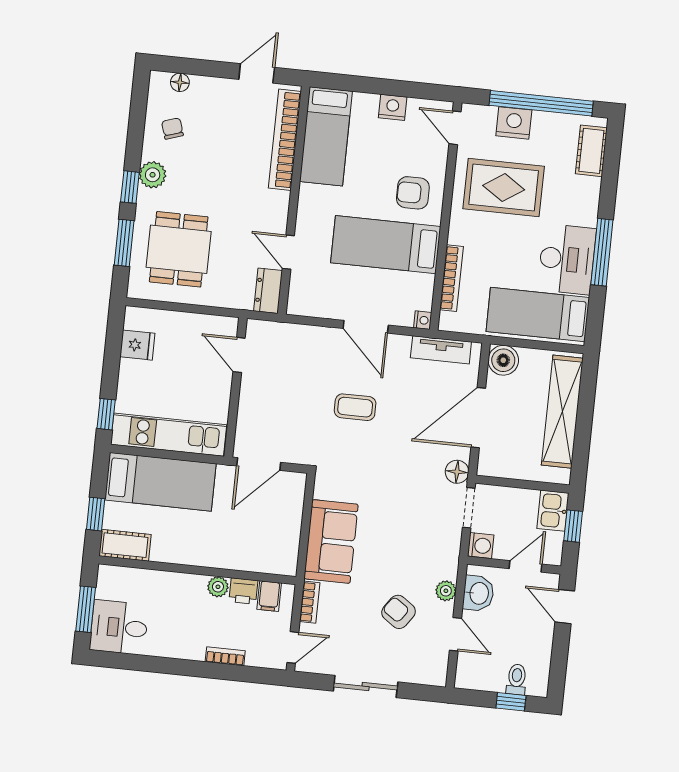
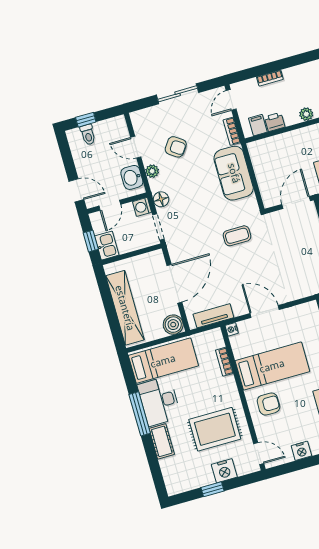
window: (541, 103) -> (213, 489), width x0.32
cot: (591, 151) -> (162, 441), moved
bookcase: (451, 278) -> (224, 362), width x0.64
coffee table: (355, 407) -> (237, 236), moved
floor lamp: (457, 472) -> (161, 199), moved
plant: (218, 587) -> (306, 114), moved

